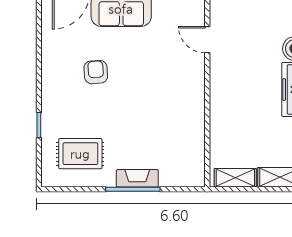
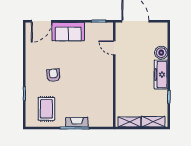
armchair: (96, 72) -> (53, 75), moved
rug: (80, 154) -> (46, 109), turned 90

